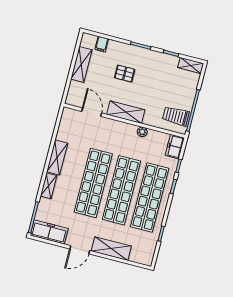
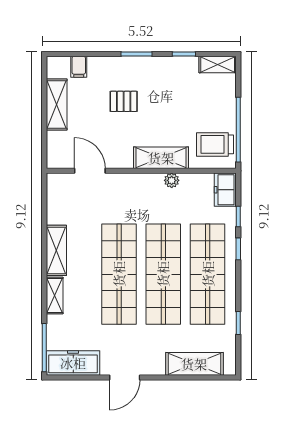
shelving: (126, 112) -> (161, 158), moved
shelving: (111, 249) -> (194, 364), moved

